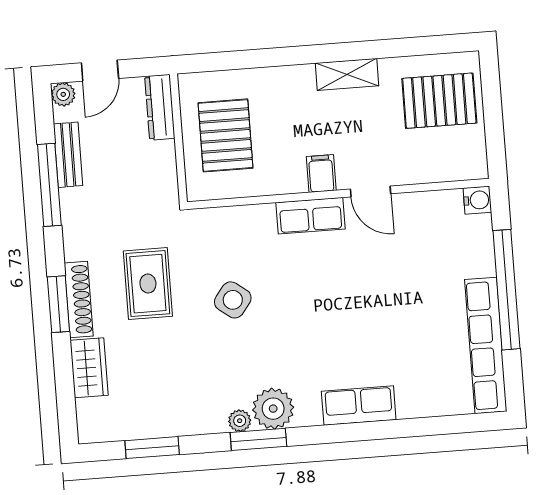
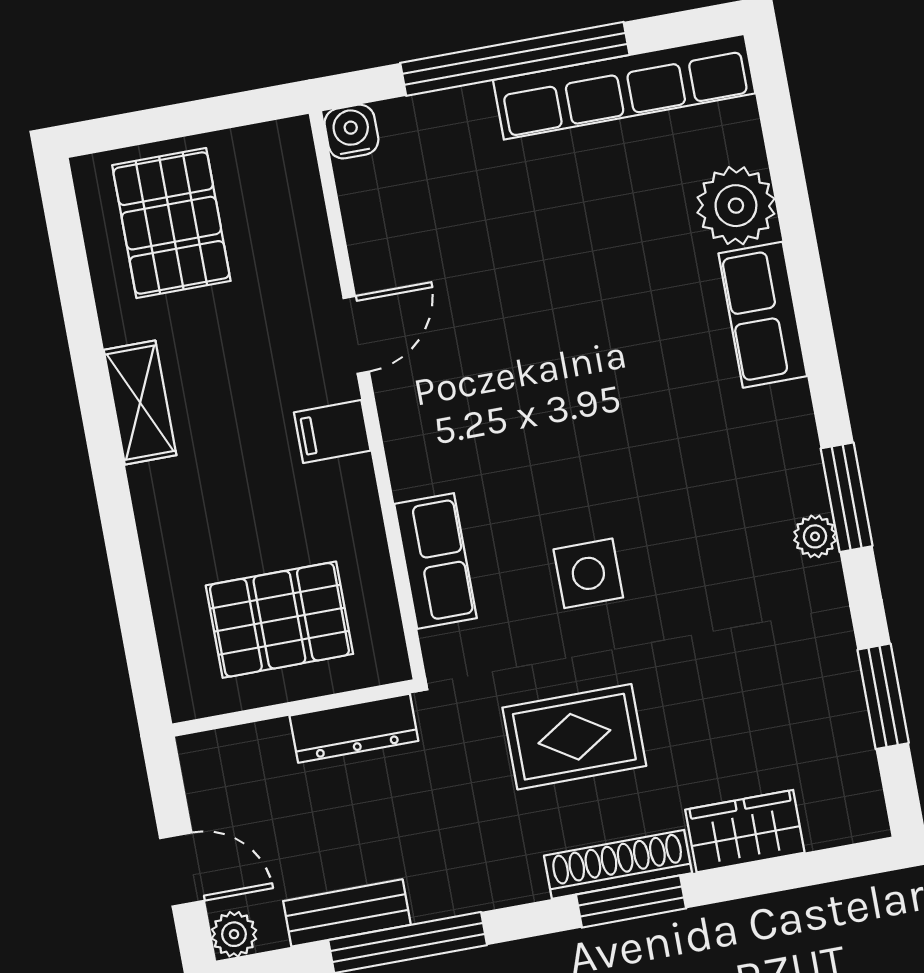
dresser: (160, 107) -> (354, 728), moved
row of seats: (310, 216) -> (436, 561), moved
side table: (233, 300) -> (588, 573), turned -37
plant: (273, 409) -> (736, 206), moved

